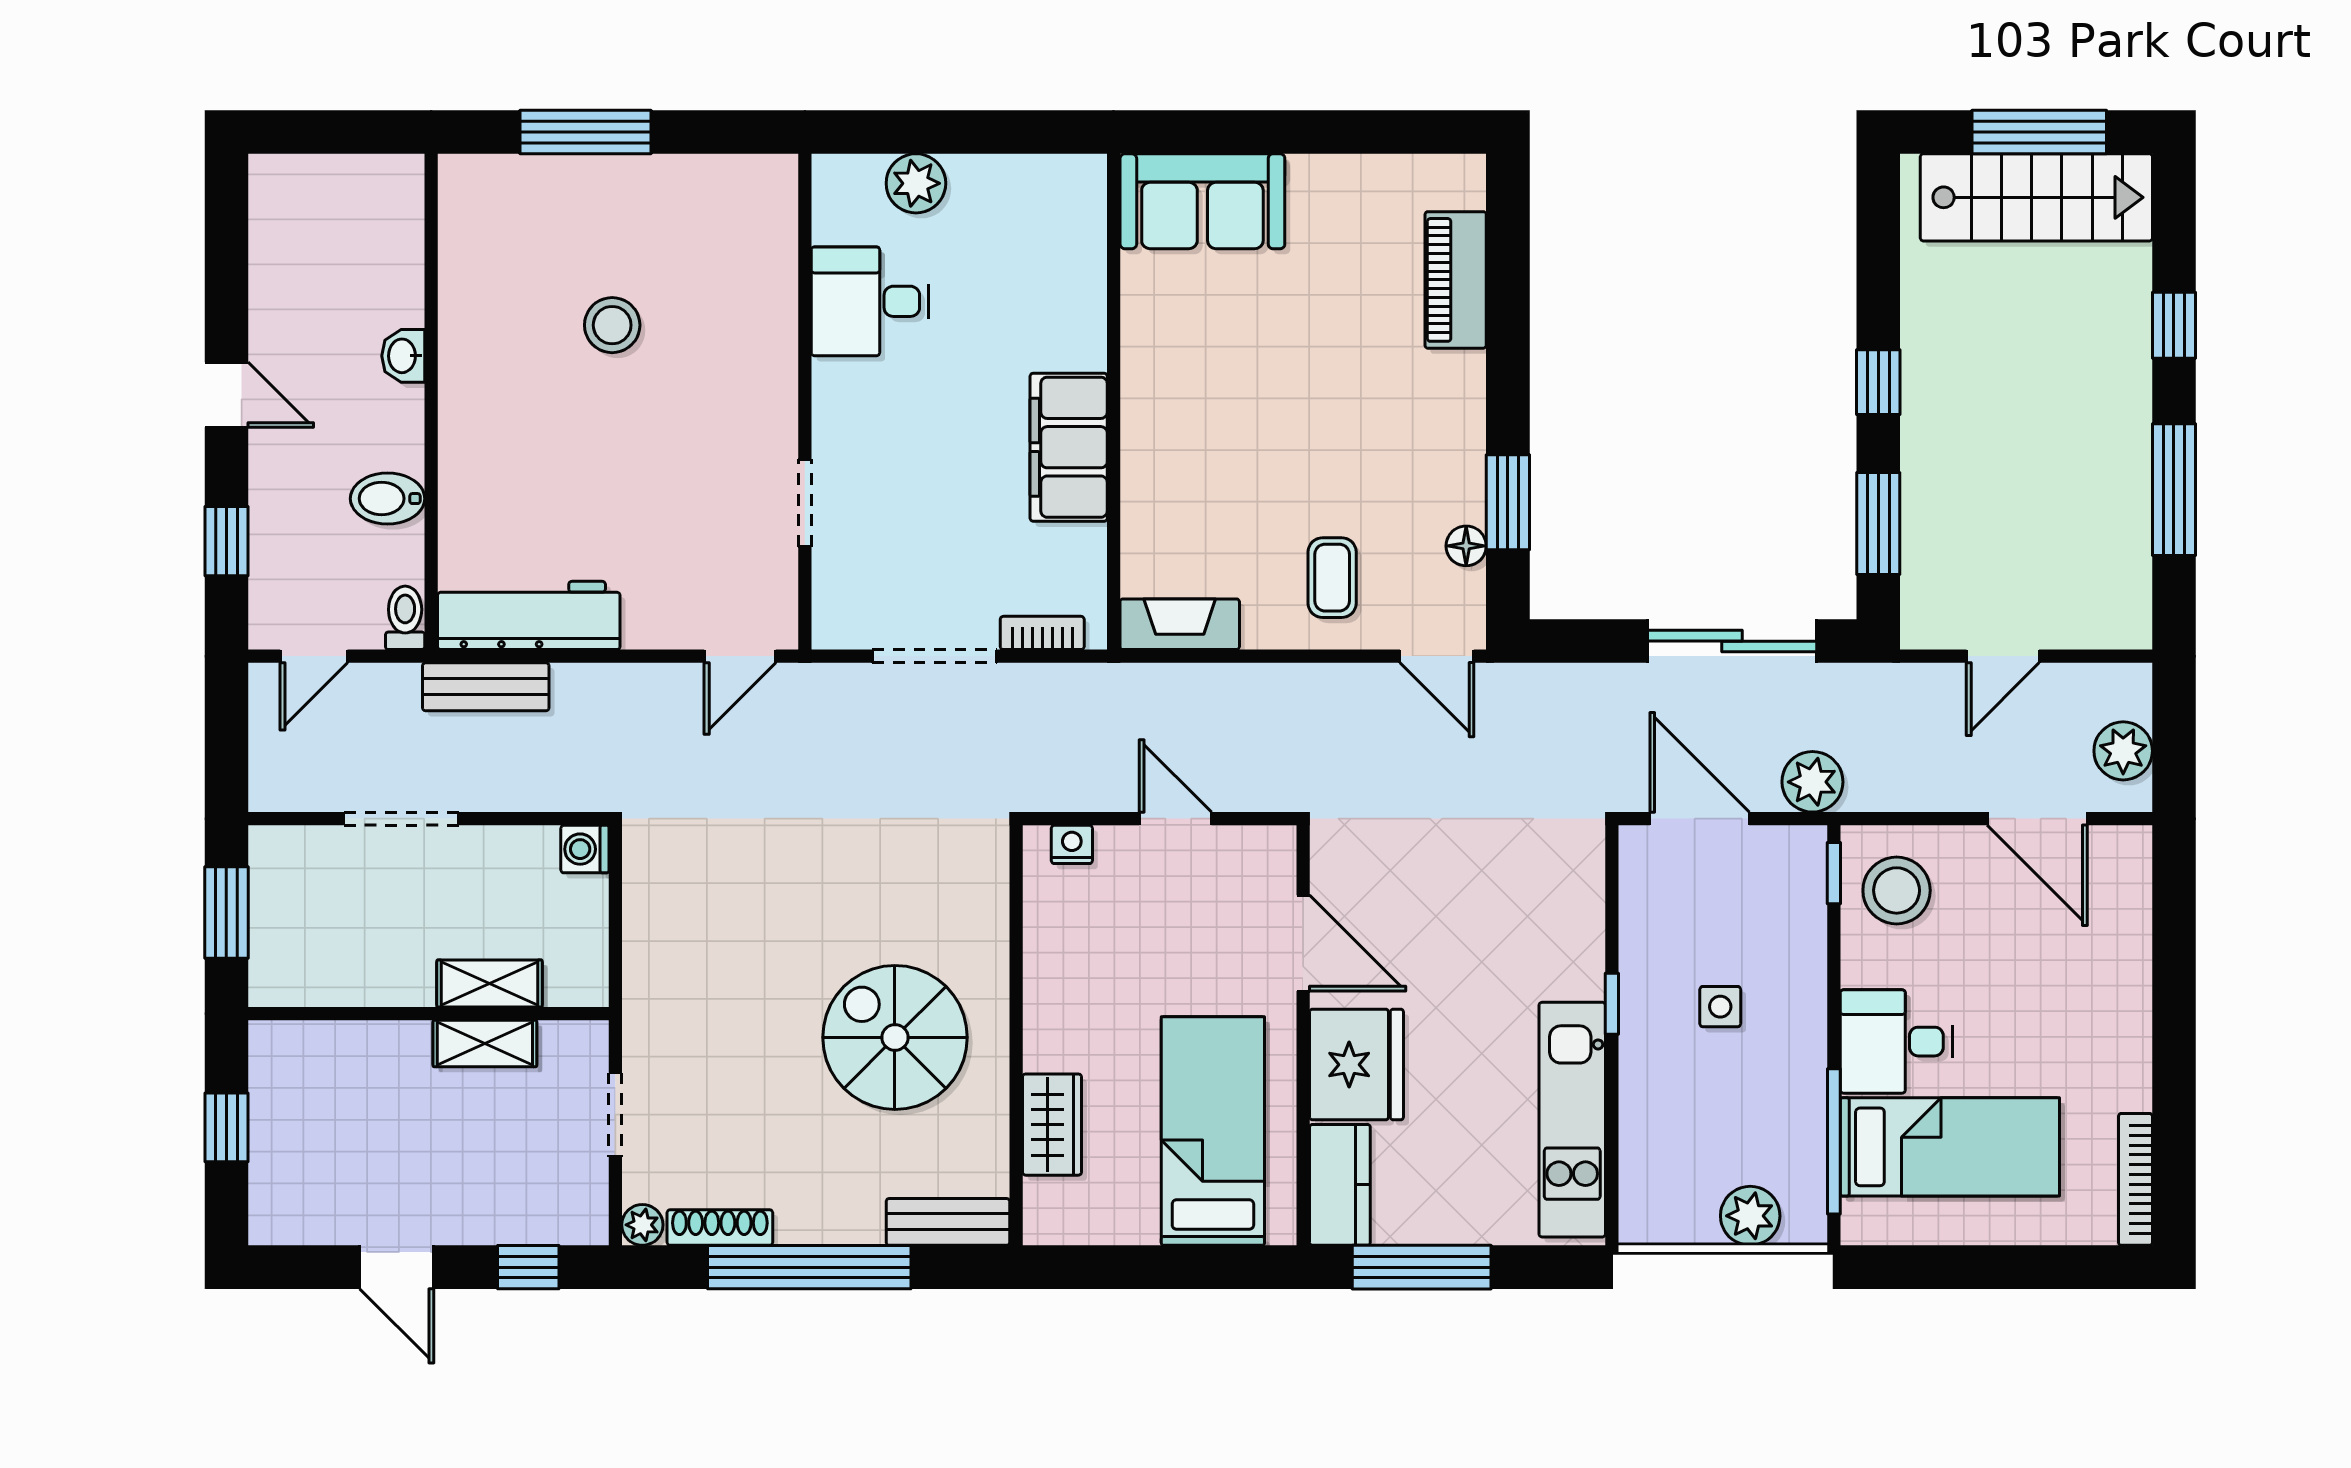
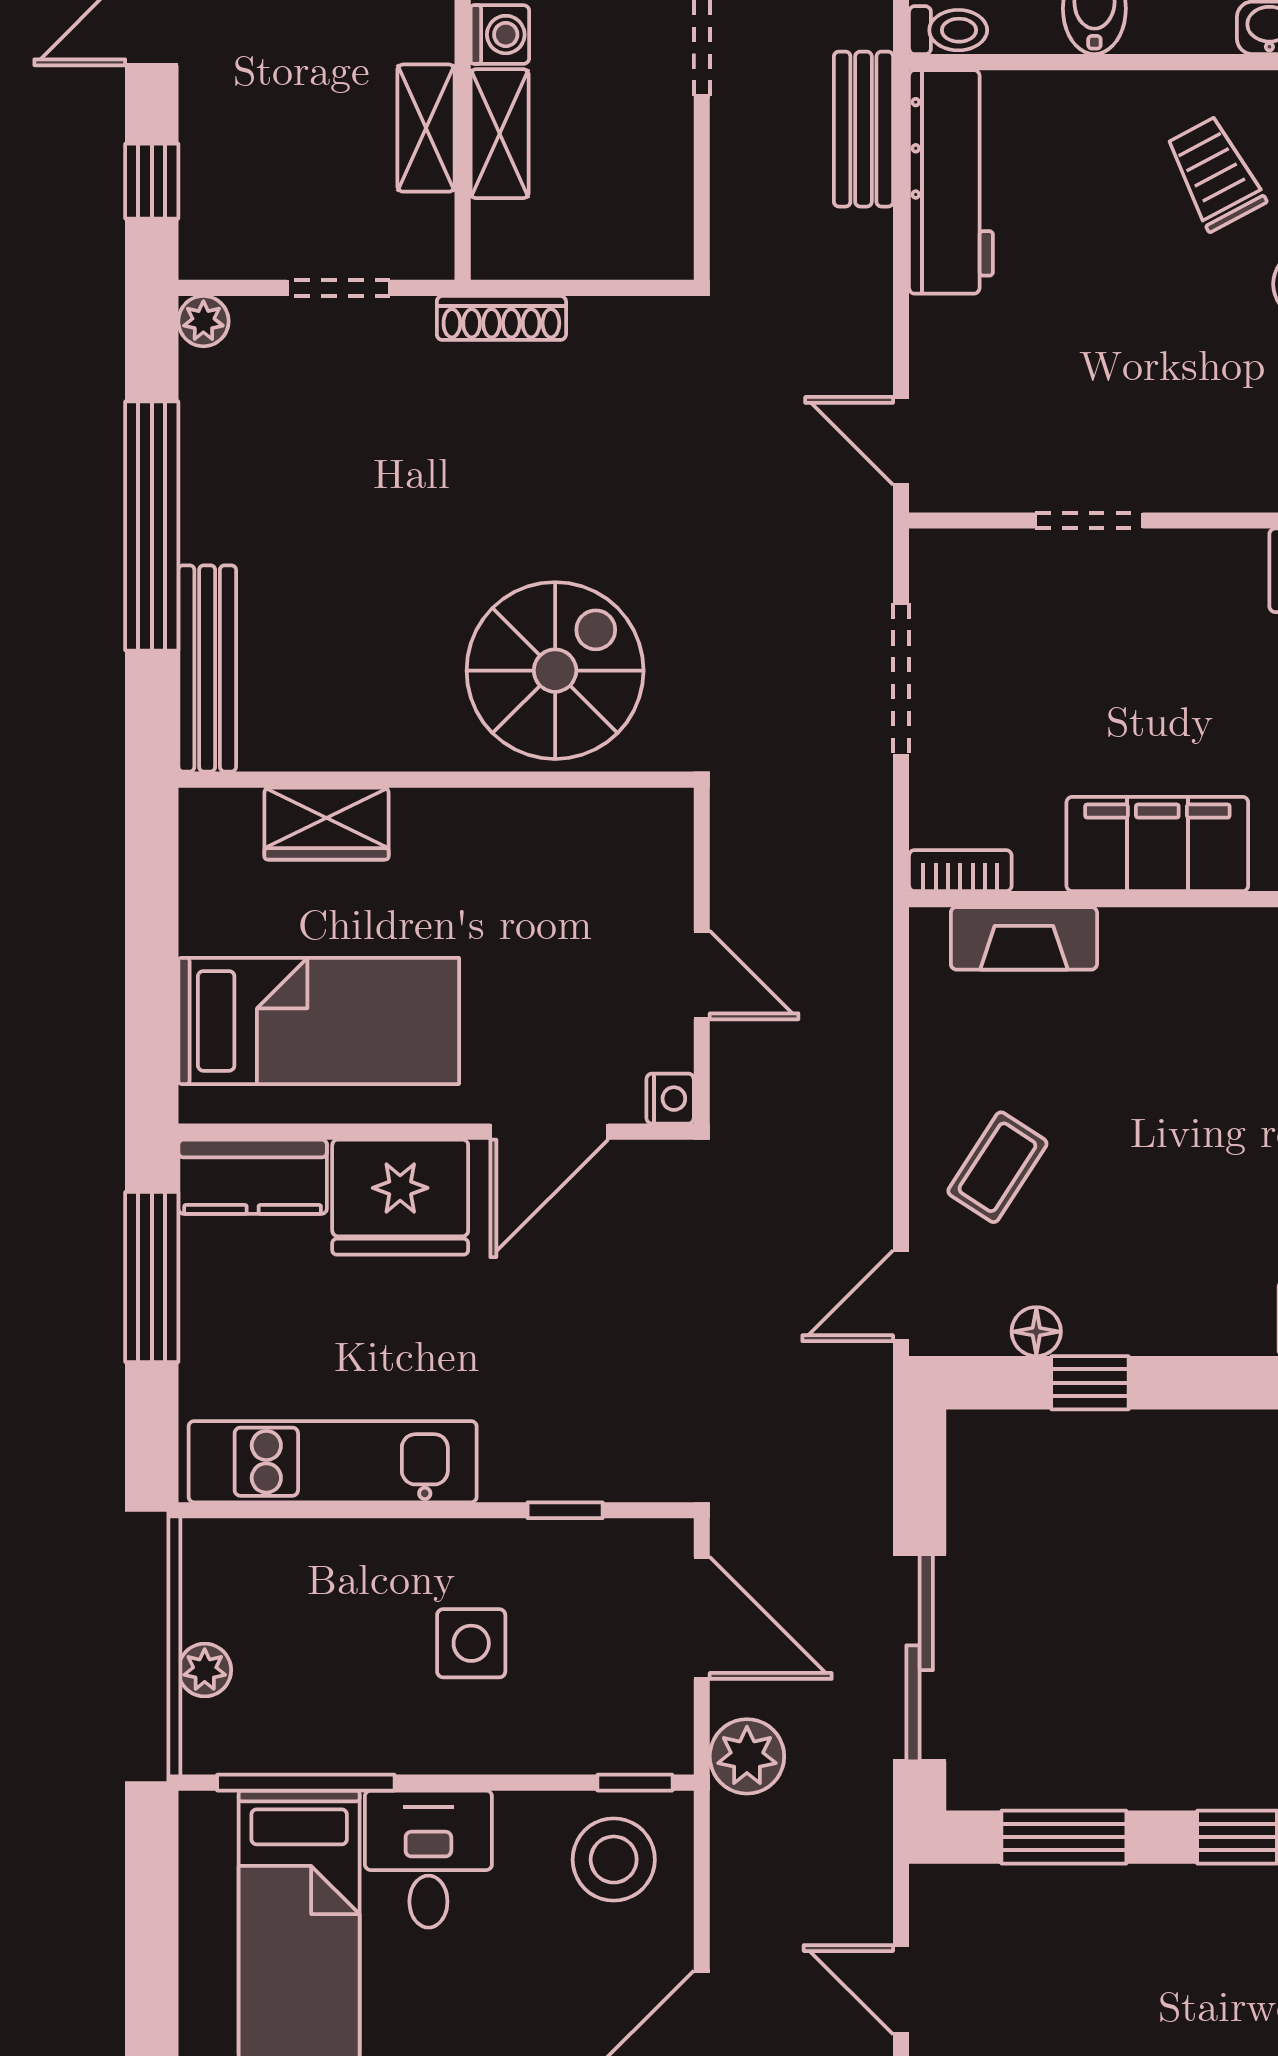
trolley: (522, 400) -> (1215, 174), added
window: (1508, 502) -> (1090, 1383), width x0.67
coffee table: (1332, 578) -> (997, 1167), turned -57
fireplace: (1180, 624) -> (1024, 938), moved, turned 90
bookcase: (1042, 633) -> (960, 871), moved, turned -90
door: (1175, 819) -> (702, 975), hinge flipped
door: (1700, 819) -> (702, 1618), hinge flipped
nightstand: (1072, 844) -> (670, 1099), moved
washing machine: (585, 849) -> (500, 35), moved, turned 90
window: (1612, 1004) -> (565, 1510), moved
side table: (1720, 1007) -> (471, 1643), width x1.37, depth x1.37
spiral stairs: (895, 1037) -> (555, 671), moved
plant: (1750, 1216) -> (205, 1670), width x0.73, depth x0.73
bench: (948, 1222) -> (207, 668), width x1.36
shoe rack: (720, 1228) -> (501, 318), moved, turned 90

